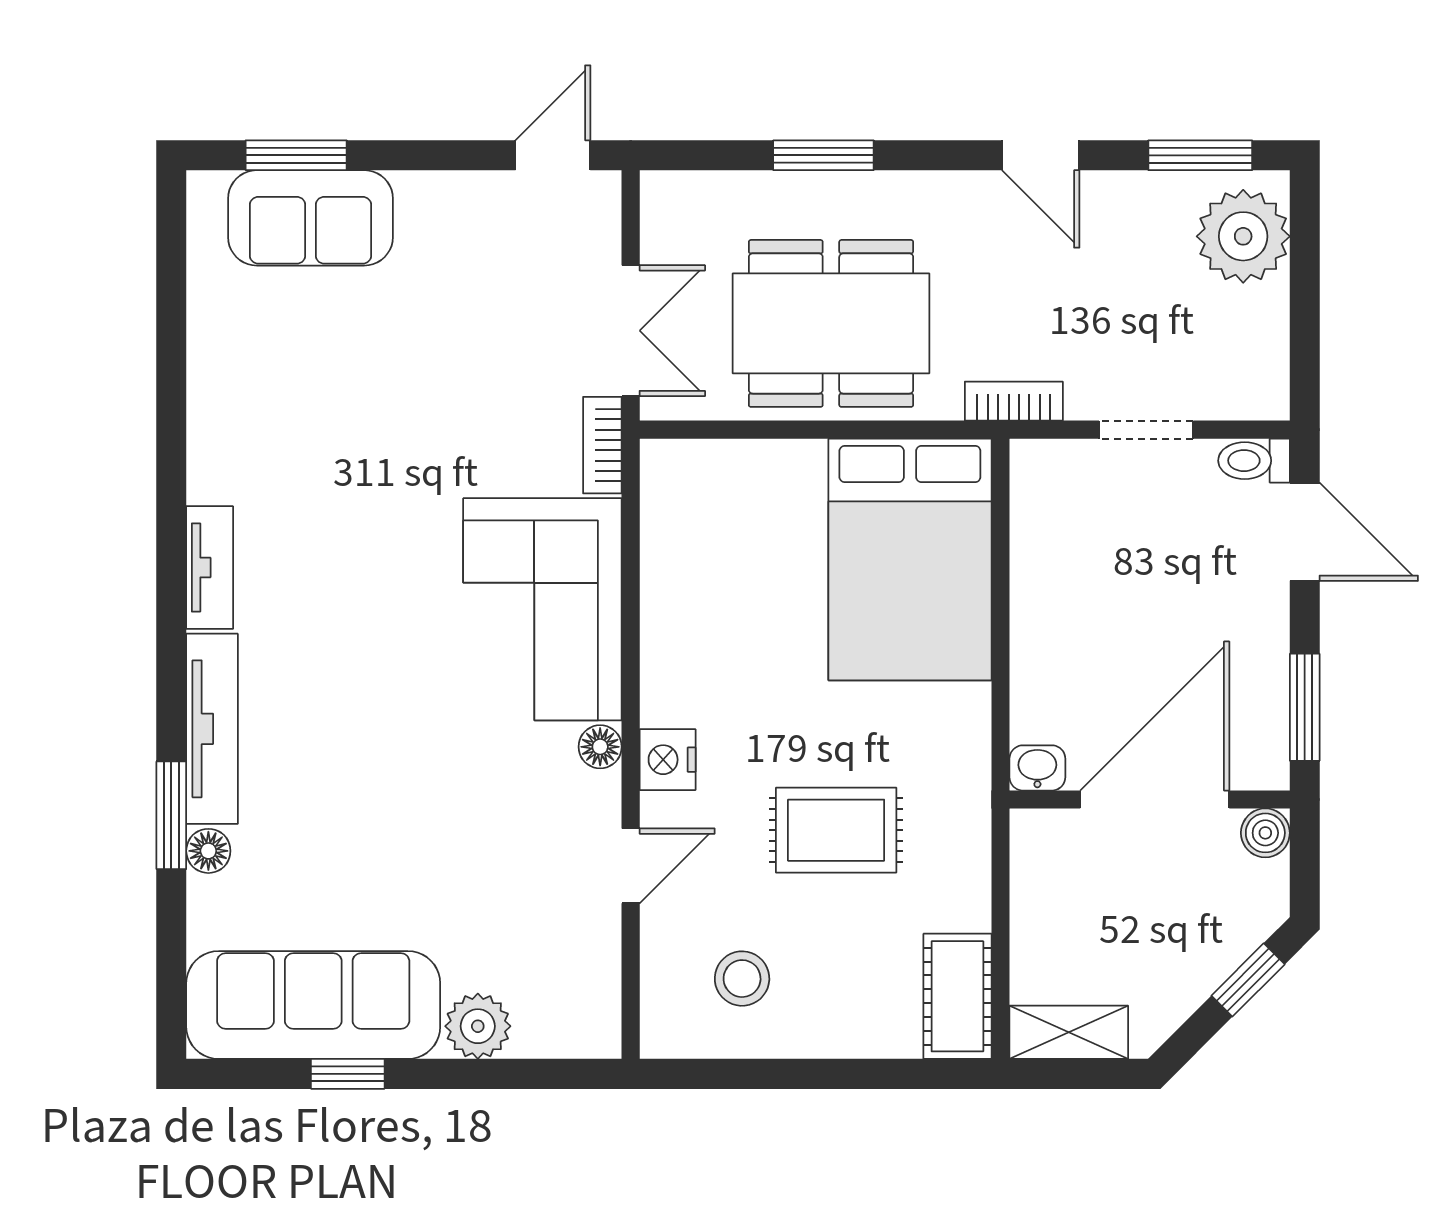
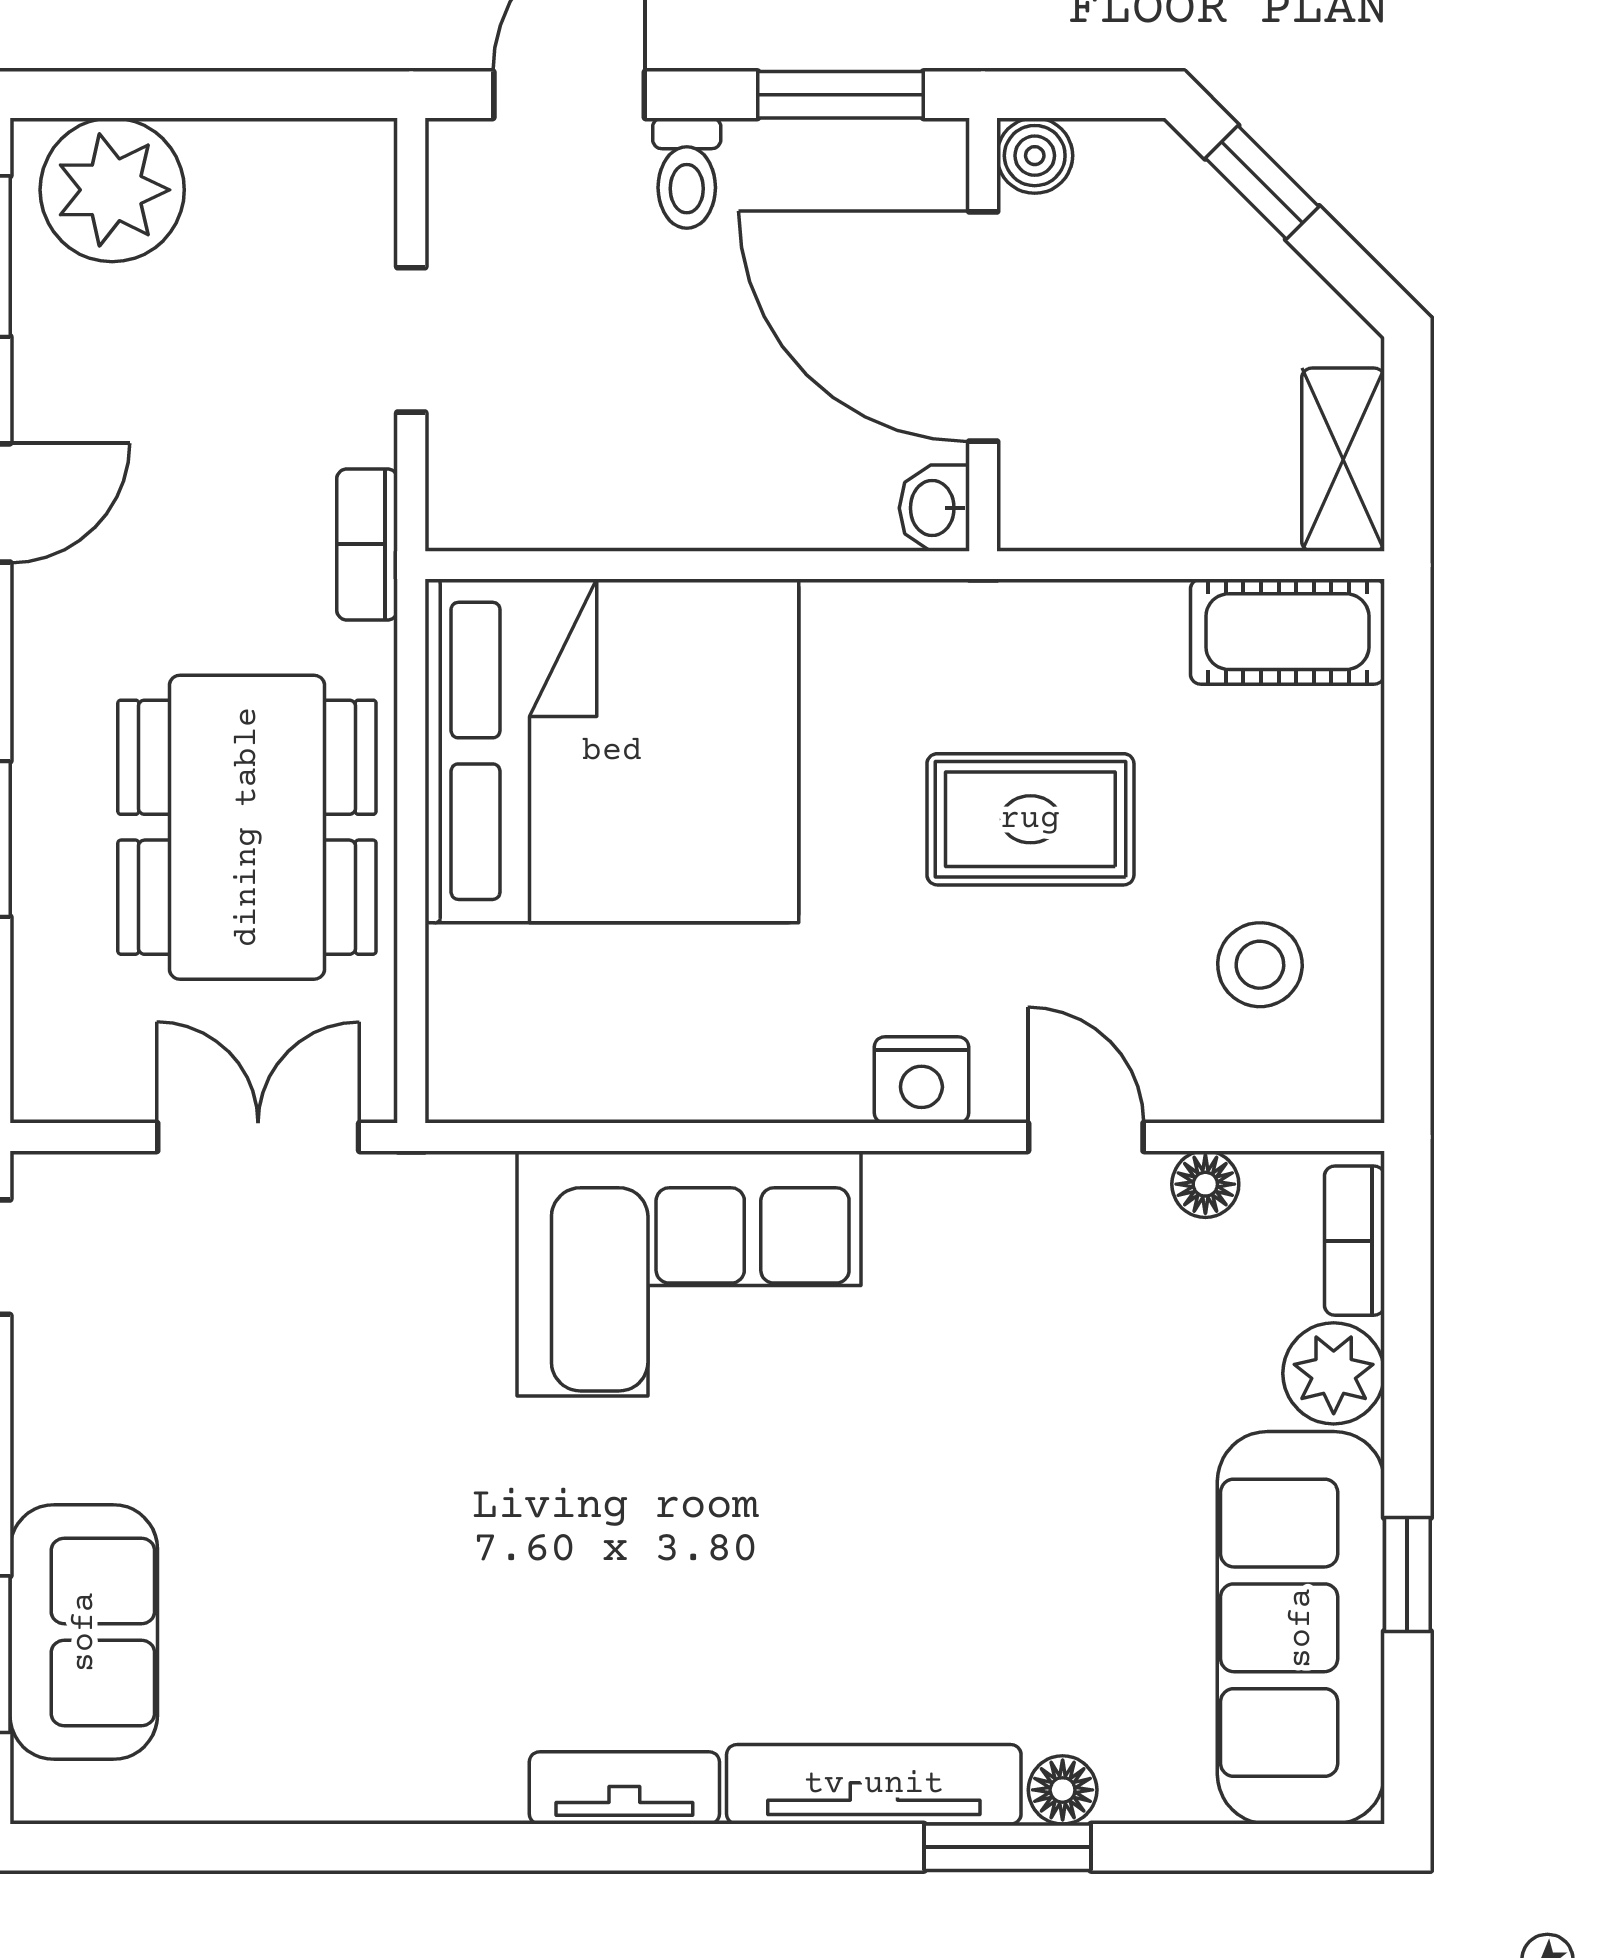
bookcase: (602, 445) -> (1354, 1241), moved, turned 90
toilet: (1254, 461) -> (687, 173), moved
bed: (910, 559) -> (612, 751), width x1.36
floor lamp: (600, 747) -> (1205, 1184), moved
rug: (836, 830) -> (1030, 819), turned 90

